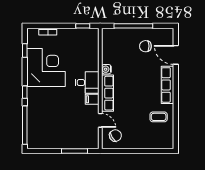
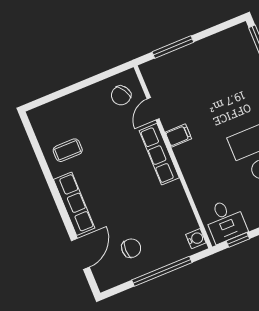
door: (176, 55) -> (80, 254), hinge flipped
water cooler: (106, 69) -> (196, 239), moved
desk: (87, 83) -> (225, 221), moved, turned -90
door: (100, 120) -> (153, 109), hinge flipped

